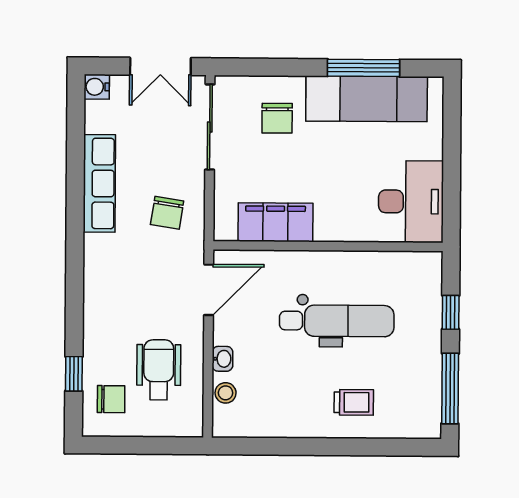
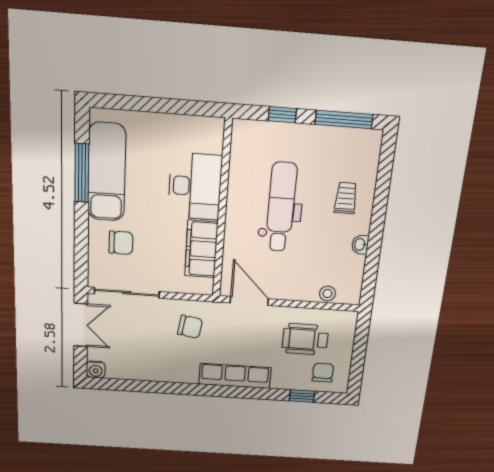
row of seats: (99, 183) -> (235, 376), moved
desk: (411, 202) -> (195, 186), moved, turned 90
washbasin: (222, 359) -> (360, 245), moved, turned -90

